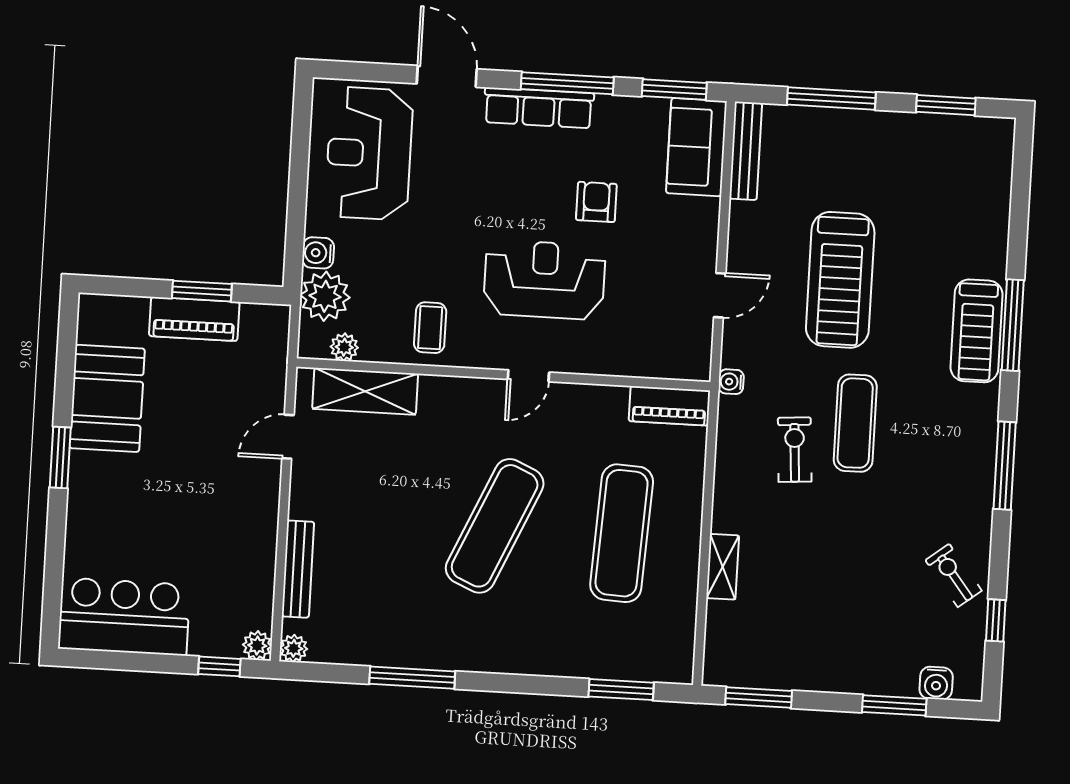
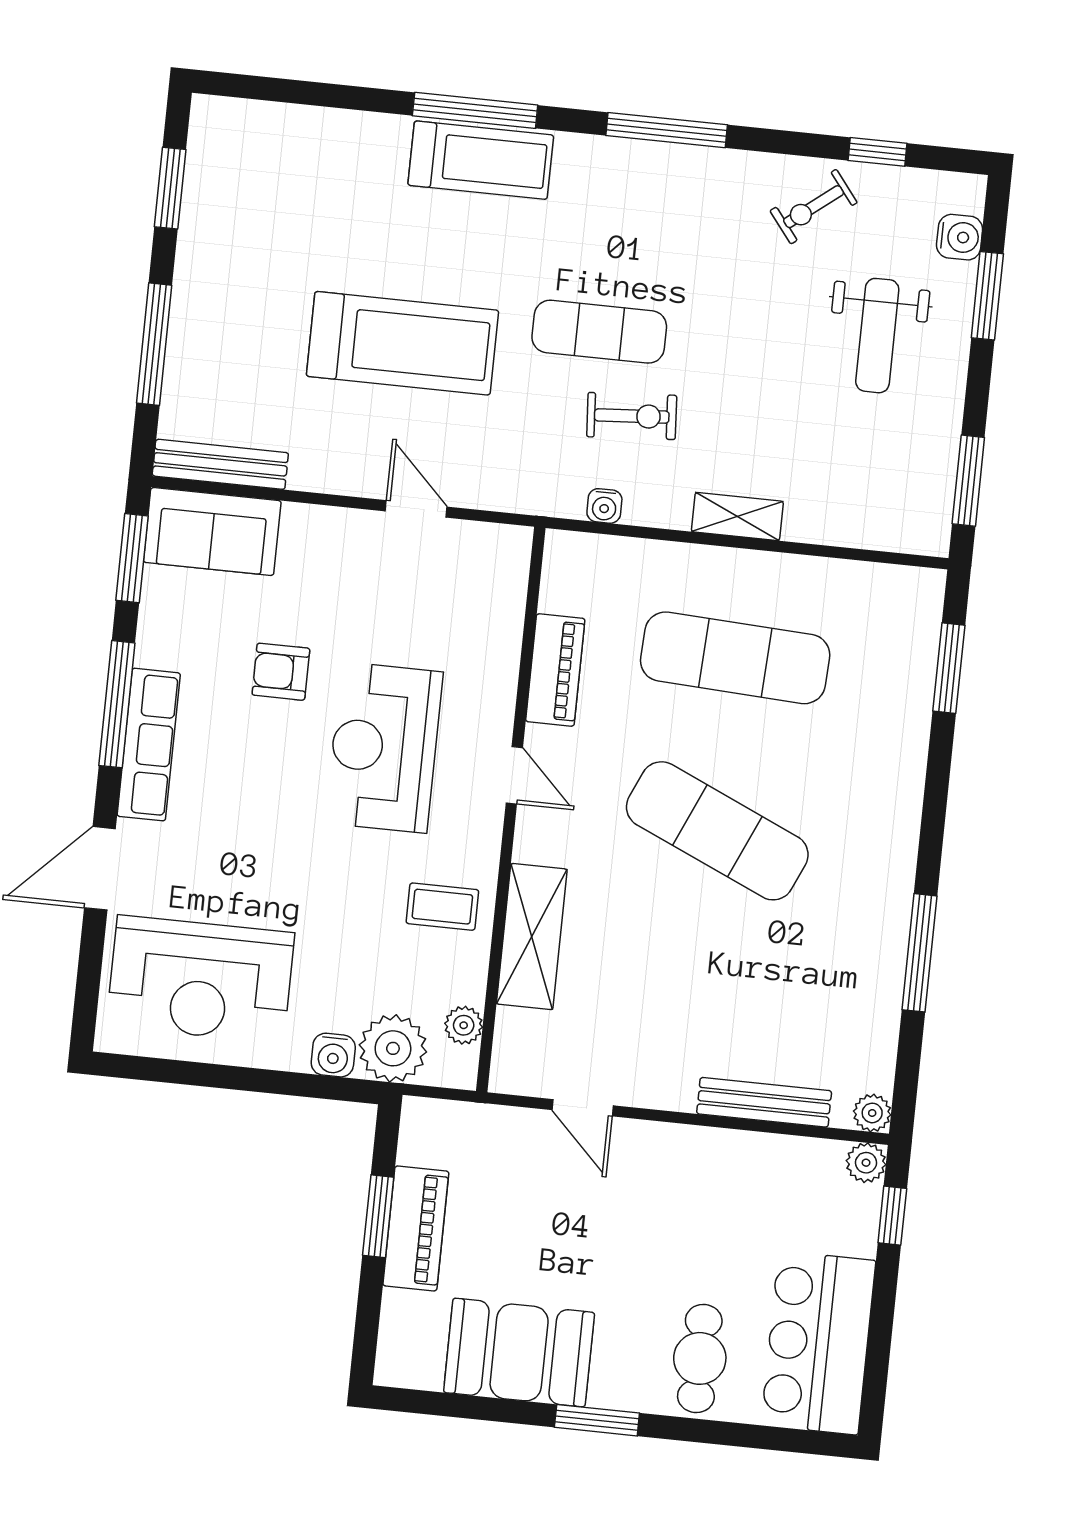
water cooler: (731, 382) -> (604, 506), moved
shelving: (365, 391) -> (532, 937), moved
piano: (669, 406) -> (555, 670), moved
exercise bike: (795, 450) -> (632, 416), turned 180
cafe table: (109, 531) -> (700, 1358), added
shelving: (723, 567) -> (737, 517), moved
weight bench: (862, 626) -> (877, 336), added

